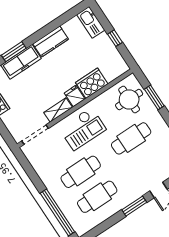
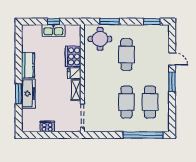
kitchen sink: (91, 22) -> (53, 30), moved
checkout: (83, 129) -> (99, 82), removed

